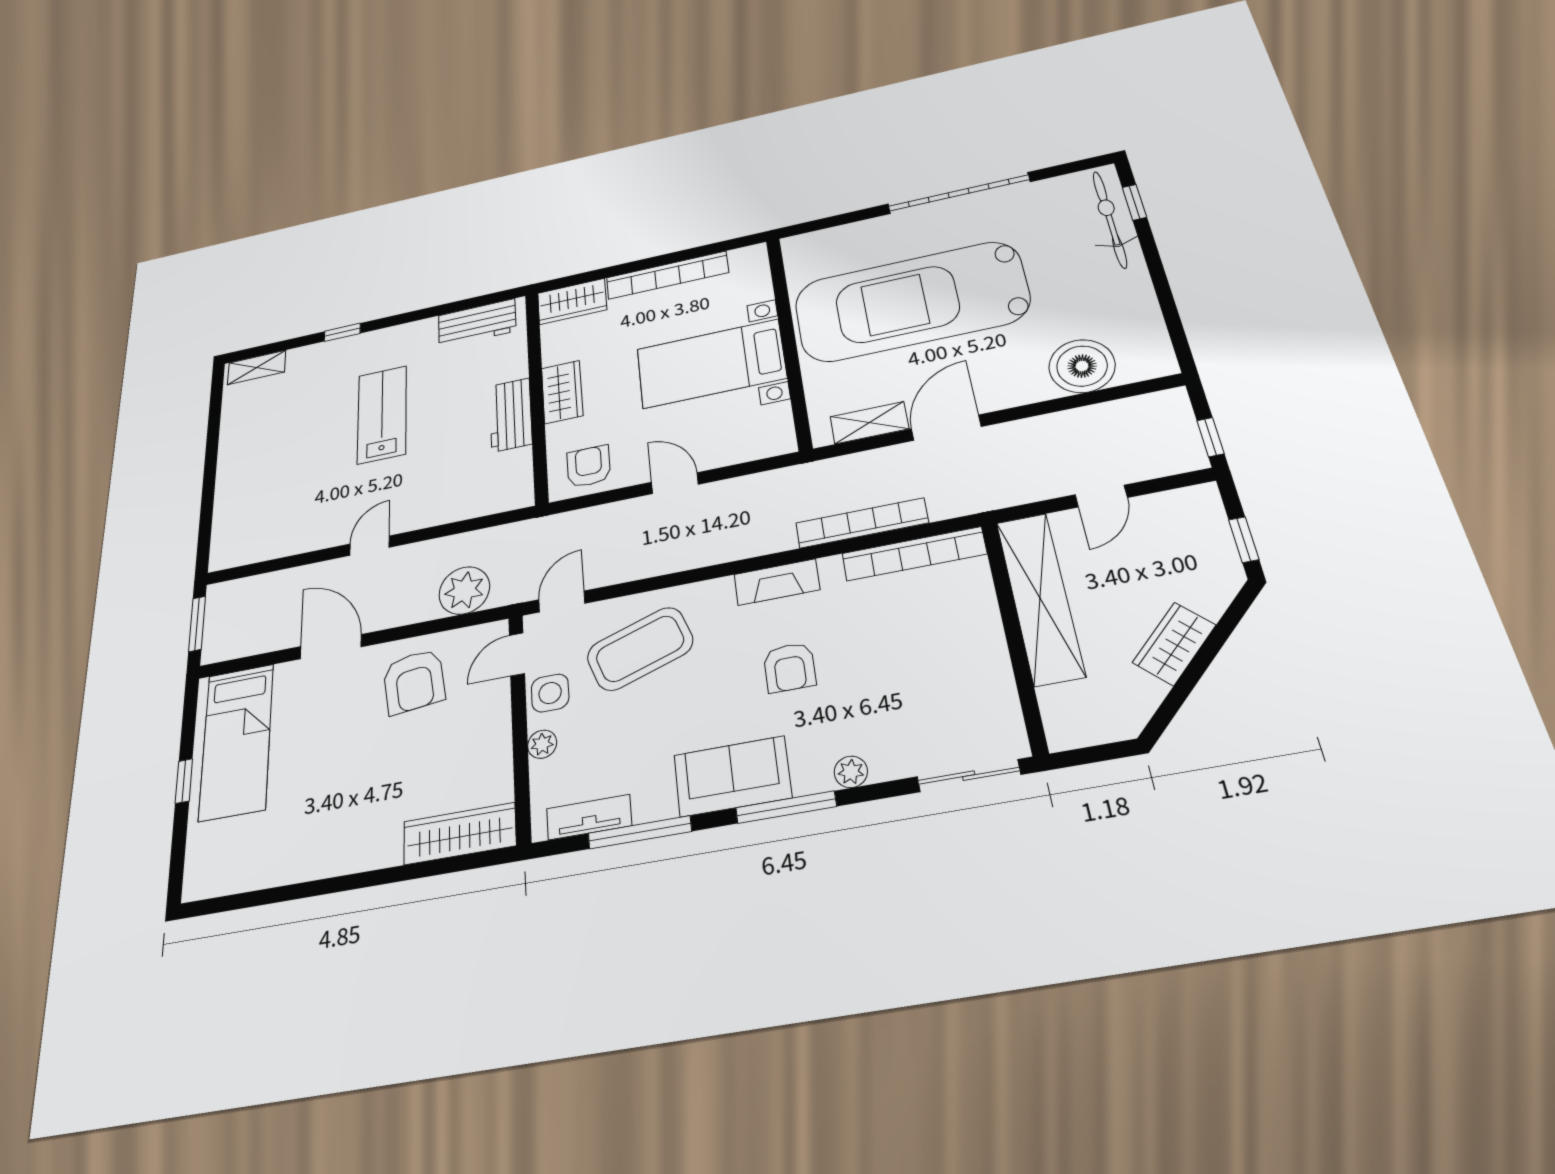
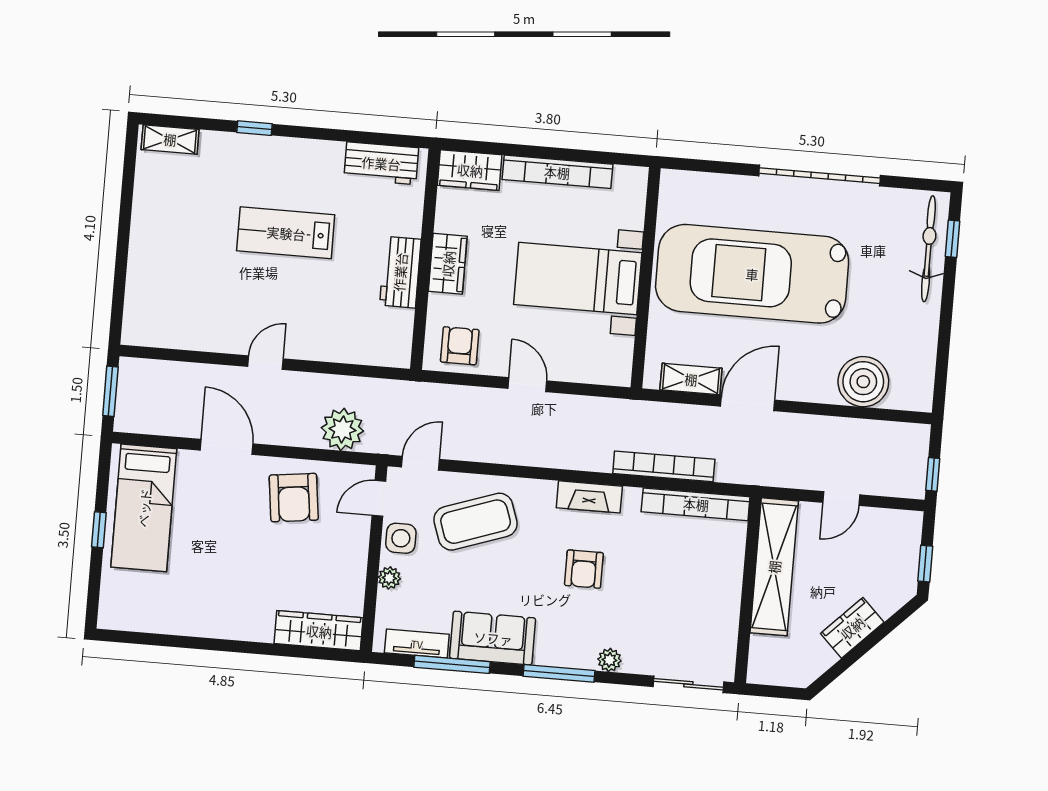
lab bench: (382, 414) -> (286, 233), turned -90
sofa: (732, 776) -> (493, 638), moved

